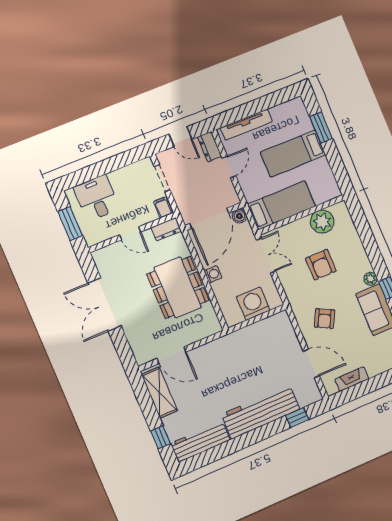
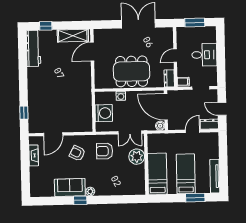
tv unit: (246, 125) -> (215, 176), moved
door: (180, 137) -> (222, 109), hinge flipped
door: (229, 167) -> (193, 131), swing flipped
desk: (97, 198) -> (204, 55), moved
bed: (281, 205) -> (157, 174), moved, turned 180
plant: (322, 222) -> (137, 157), moved
armchair: (321, 265) -> (105, 151), moved
washing machine: (213, 274) -> (121, 96), moved
workbench: (260, 412) -> (36, 92), removed

